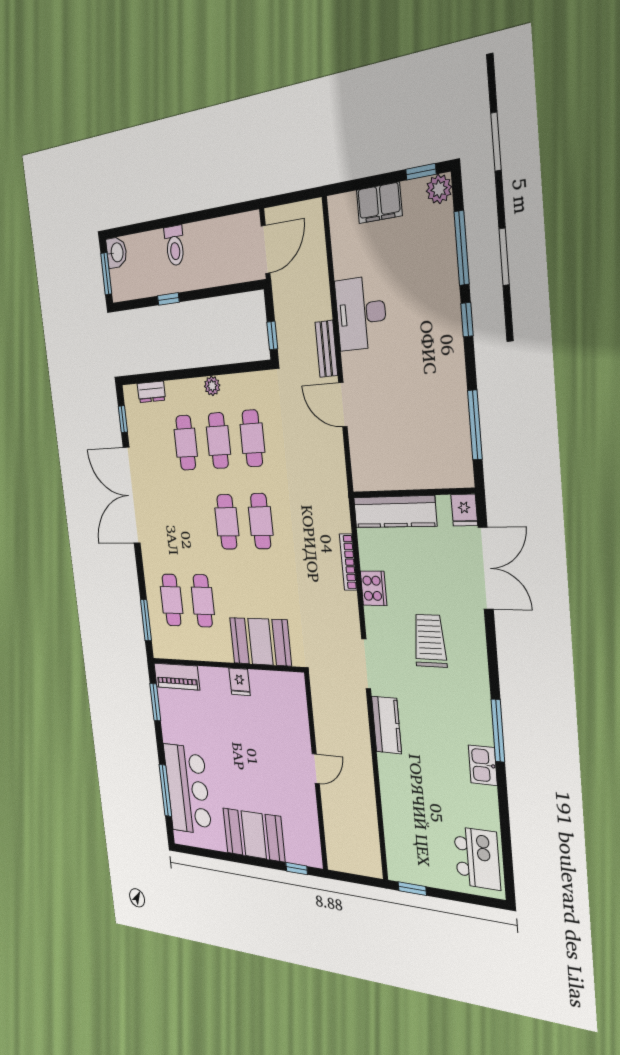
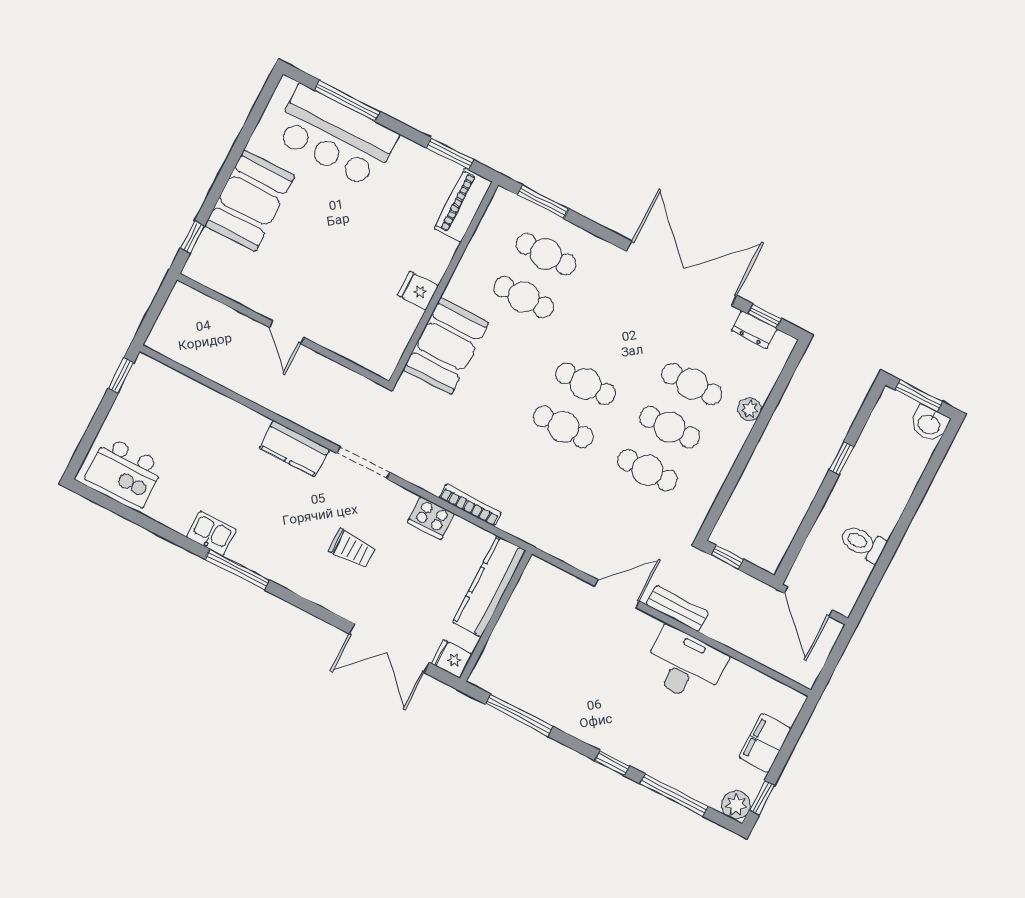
toilet: (175, 246) -> (863, 543), moved
plant: (212, 386) -> (750, 409), moved
dresser: (151, 392) -> (754, 330), moved, turned -90
trolley: (430, 641) -> (352, 549), width x0.73, depth x0.72

